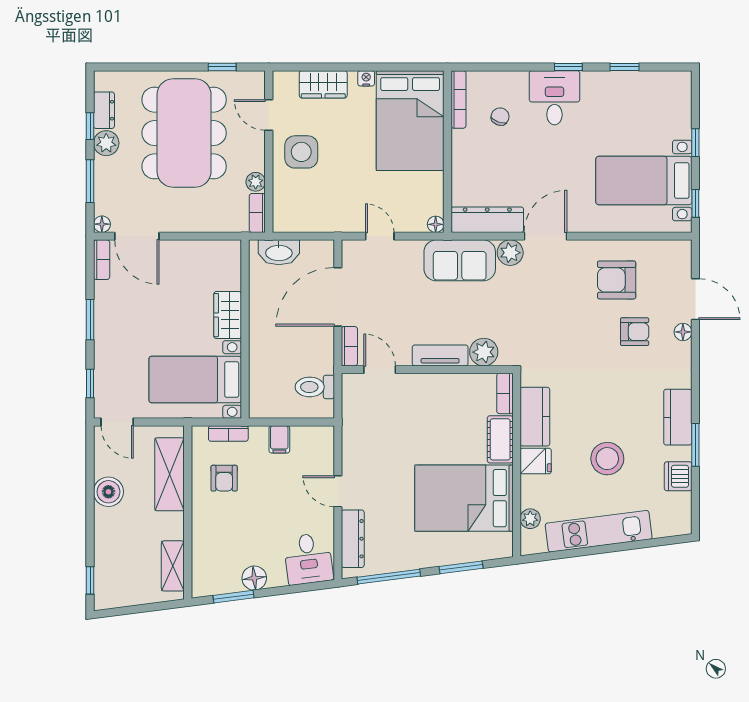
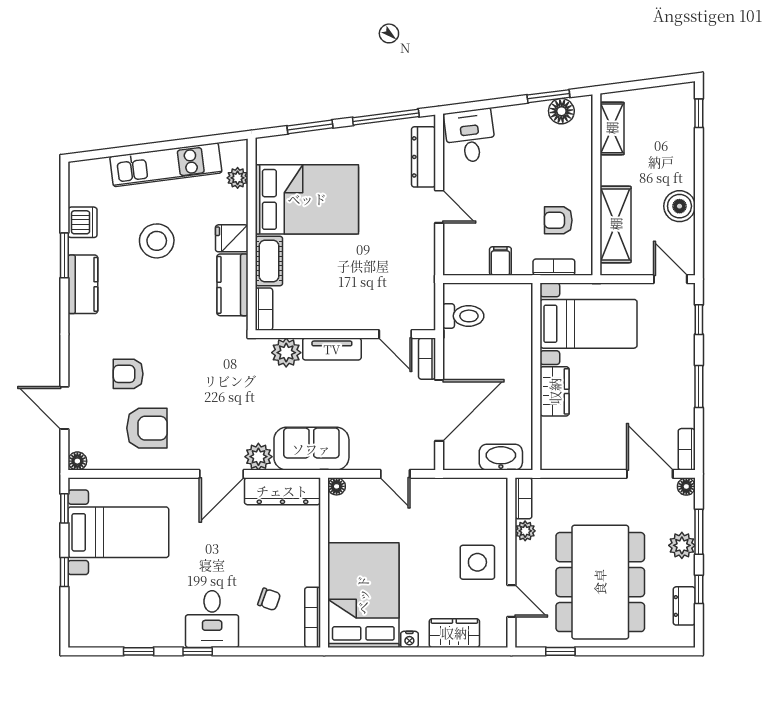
chair: (500, 117) -> (269, 599), turned -91
plant: (106, 143) -> (682, 545), moved
floor lamp: (683, 332) -> (77, 461), moved
armchair: (224, 478) -> (558, 220), turned -90
floor lamp: (254, 578) -> (561, 111), moved

